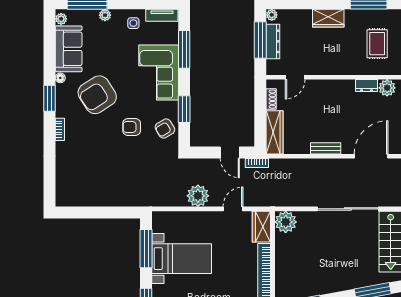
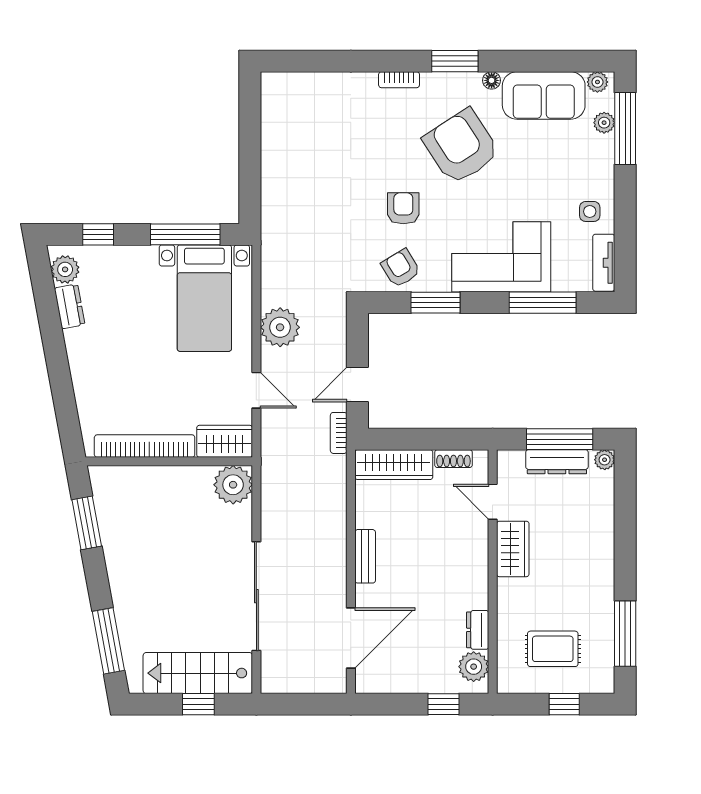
plant: (105, 15) -> (604, 123), moved
wardrobe: (328, 18) -> (513, 549), moved, turned 180
door: (371, 156) -> (351, 638), hinge flipped
bed with nightstands: (182, 259) -> (204, 298), moved

